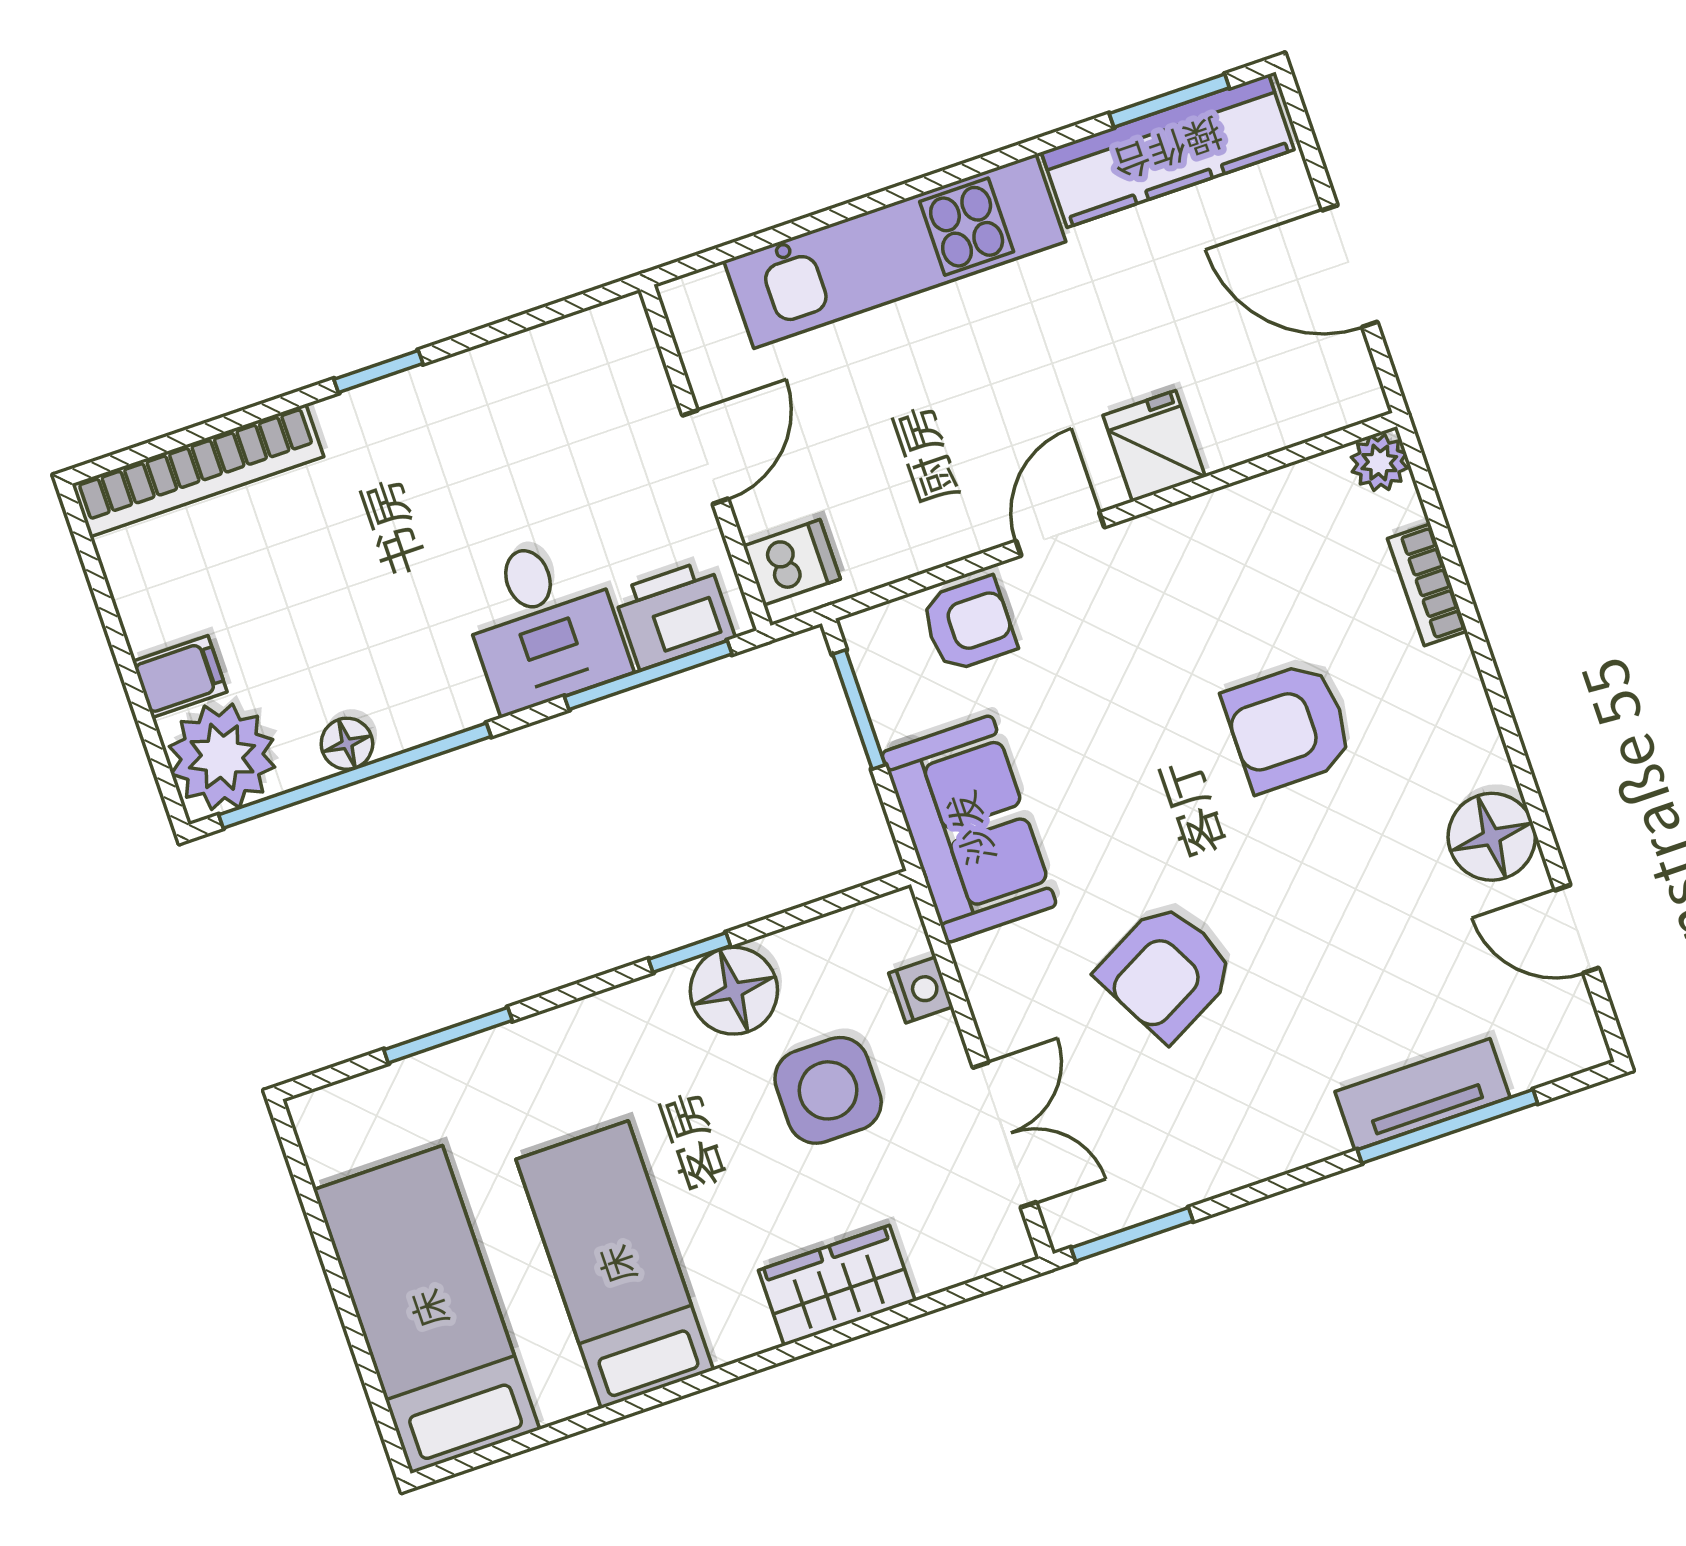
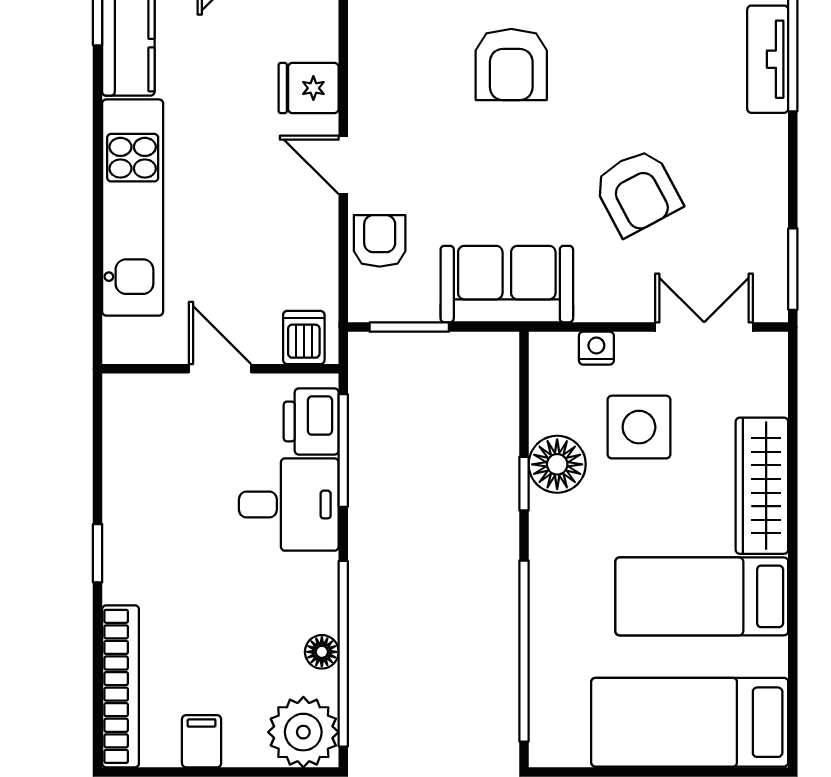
filing cabinet: (180, 677) -> (202, 741), moved
window: (448, 1035) -> (524, 651), width x2.11
wardrobe: (837, 1286) -> (762, 486), width x1.50

